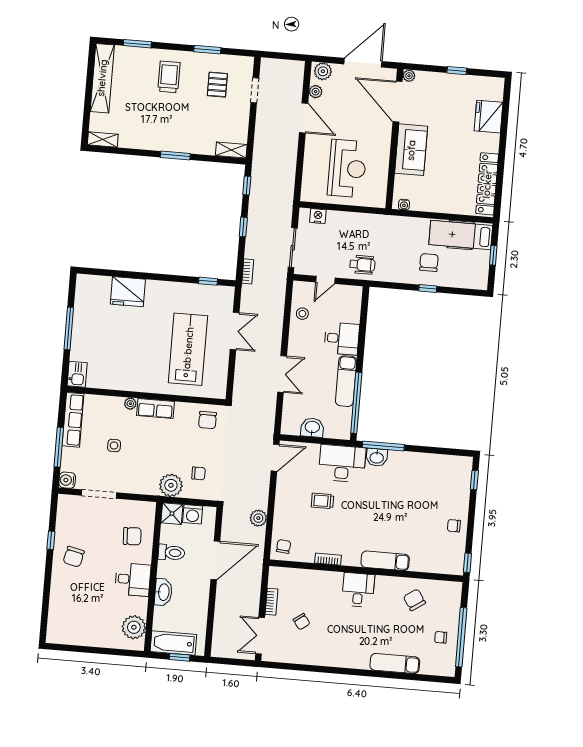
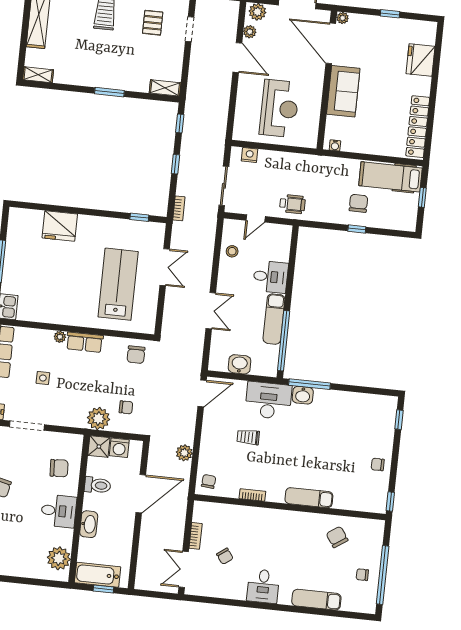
desk: (358, 590) -> (263, 586), moved, turned 180

